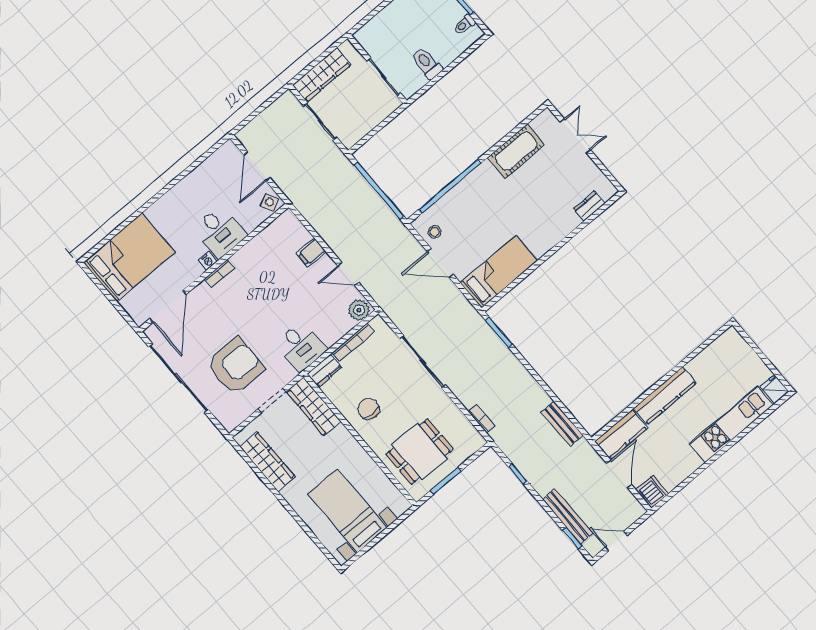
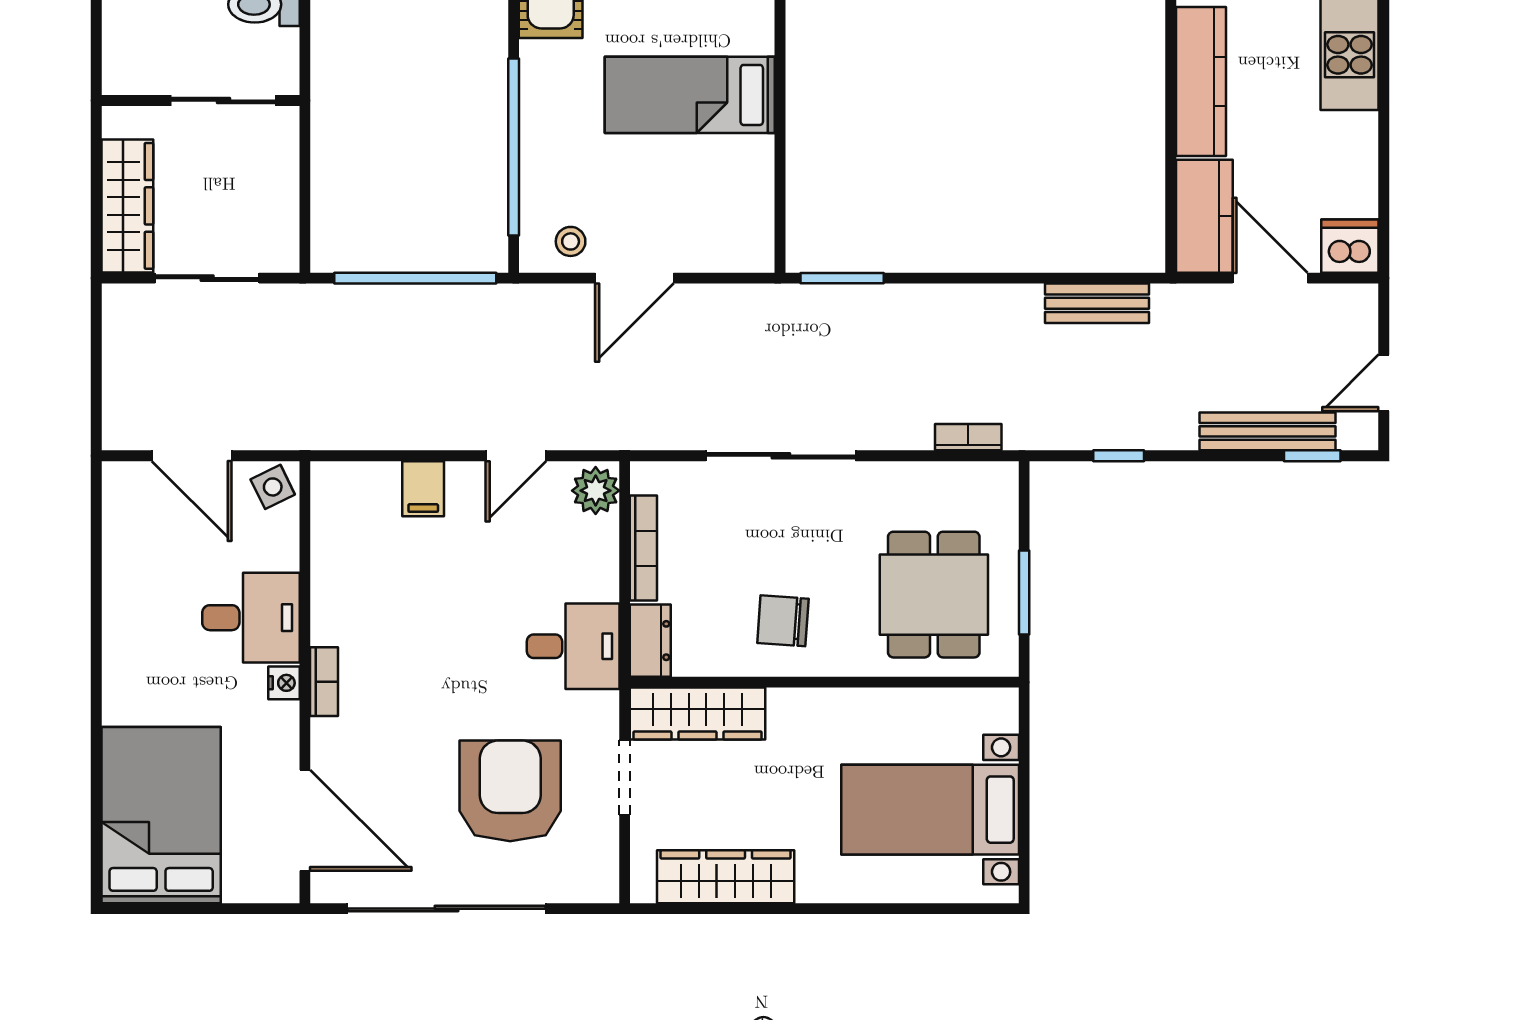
bed: (499, 272) -> (690, 95), moved, turned -90

